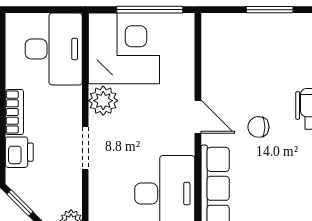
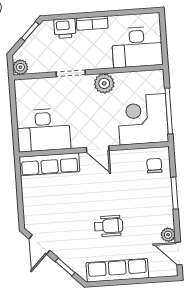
corner desk: (124, 48) -> (143, 119), moved, turned 180
door: (198, 117) -> (98, 149), hinge flipped
chair: (258, 127) -> (154, 166), moved

